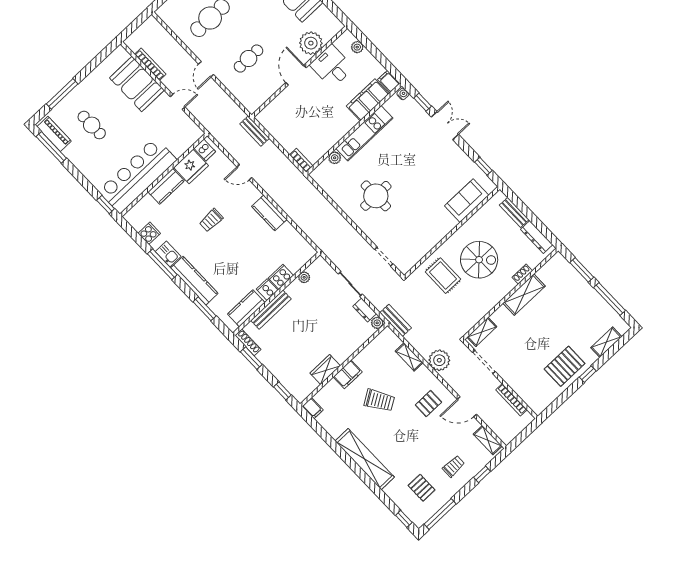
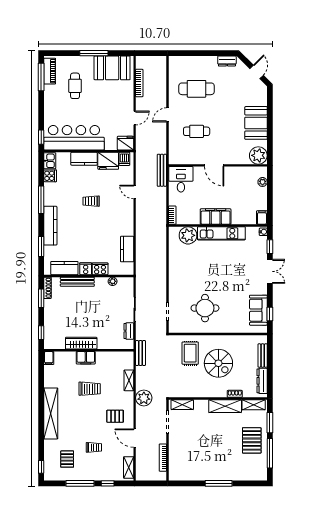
plant: (311, 43) -> (258, 155), moved
desk: (332, 66) -> (181, 179), moved
door: (296, 75) -> (214, 165), swing flipped
booth: (137, 84) -> (112, 68), moved, turned 90
window: (62, 94) -> (94, 53), moved
filing cabinet: (368, 100) -> (216, 217), moved
door: (178, 102) -> (135, 118), hinge flipped
bench: (255, 131) -> (162, 170), width x1.36
fridge: (192, 134) -> (126, 143), added
plant: (335, 158) -> (188, 235), width x1.87, depth x1.87
round table: (376, 196) -> (205, 308), moved
sofa: (467, 201) -> (258, 310), moved, turned -90
kitchen counter: (269, 213) -> (127, 249), moved
kitchen sink: (168, 254) -> (50, 161), moved
plant: (377, 323) -> (129, 345), removed
shelving: (606, 342) -> (254, 405), moved
pallet: (565, 366) -> (252, 440), moved, turned 90
wardrobe: (325, 369) -> (81, 343), width x1.50
window: (588, 374) -> (219, 483), width x2.17
trolley: (379, 400) -> (90, 389), turned -58
trolley: (454, 466) -> (94, 447), moved
window: (440, 514) -> (80, 483), moved

